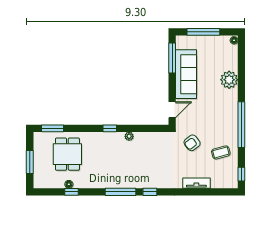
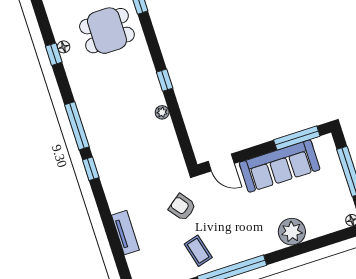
coffee table: (221, 152) -> (198, 251), moved

